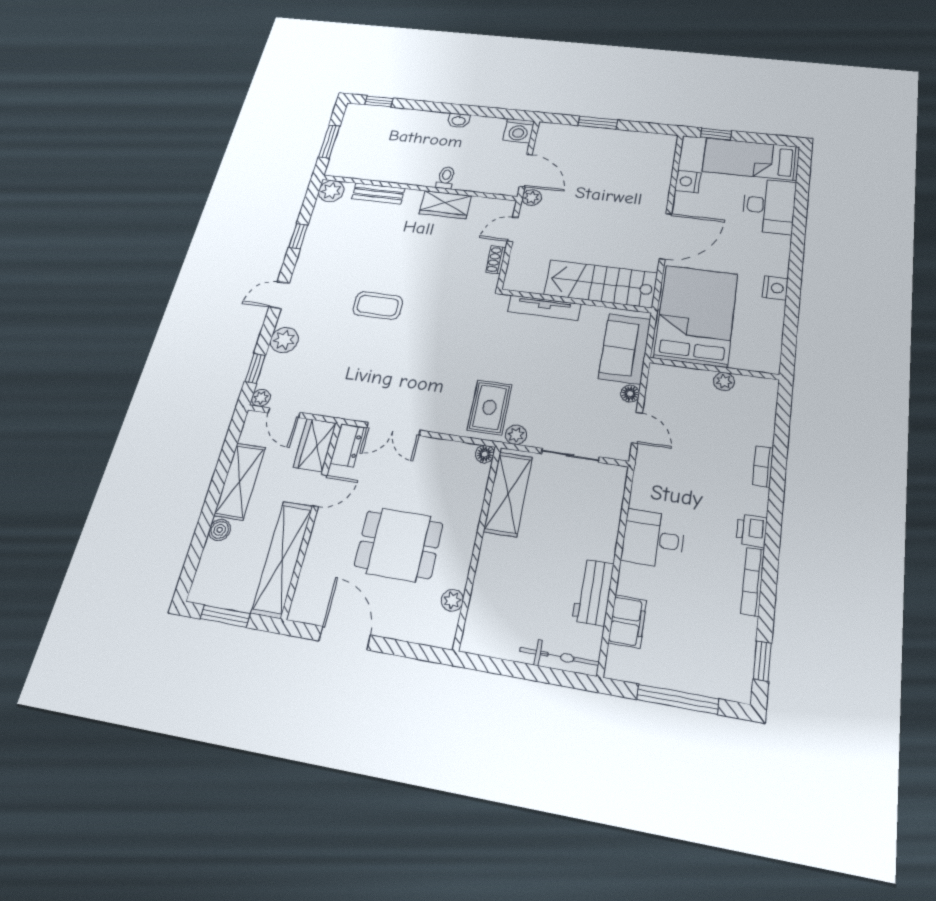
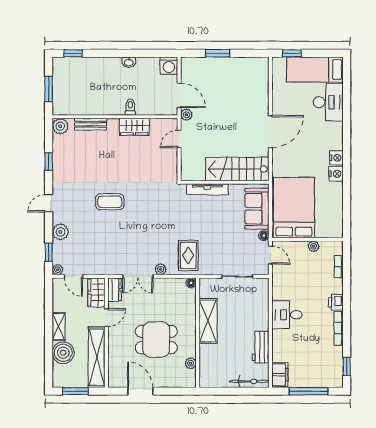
nightstand: (688, 182) -> (336, 174), moved, turned 180
shoe rack: (496, 260) -> (173, 161), removed
bed: (696, 315) -> (294, 208), moved
wall: (714, 369) -> (307, 239), moved
plant: (724, 381) -> (314, 246), moved
plant: (516, 435) -> (161, 269), moved
shelving: (240, 481) -> (59, 327), width x0.67, depth x0.75
shelving: (508, 494) -> (208, 321), moved
boiler: (220, 530) -> (63, 353), width x1.86, depth x1.86
filing cabinet: (627, 621) -> (280, 375), moved

